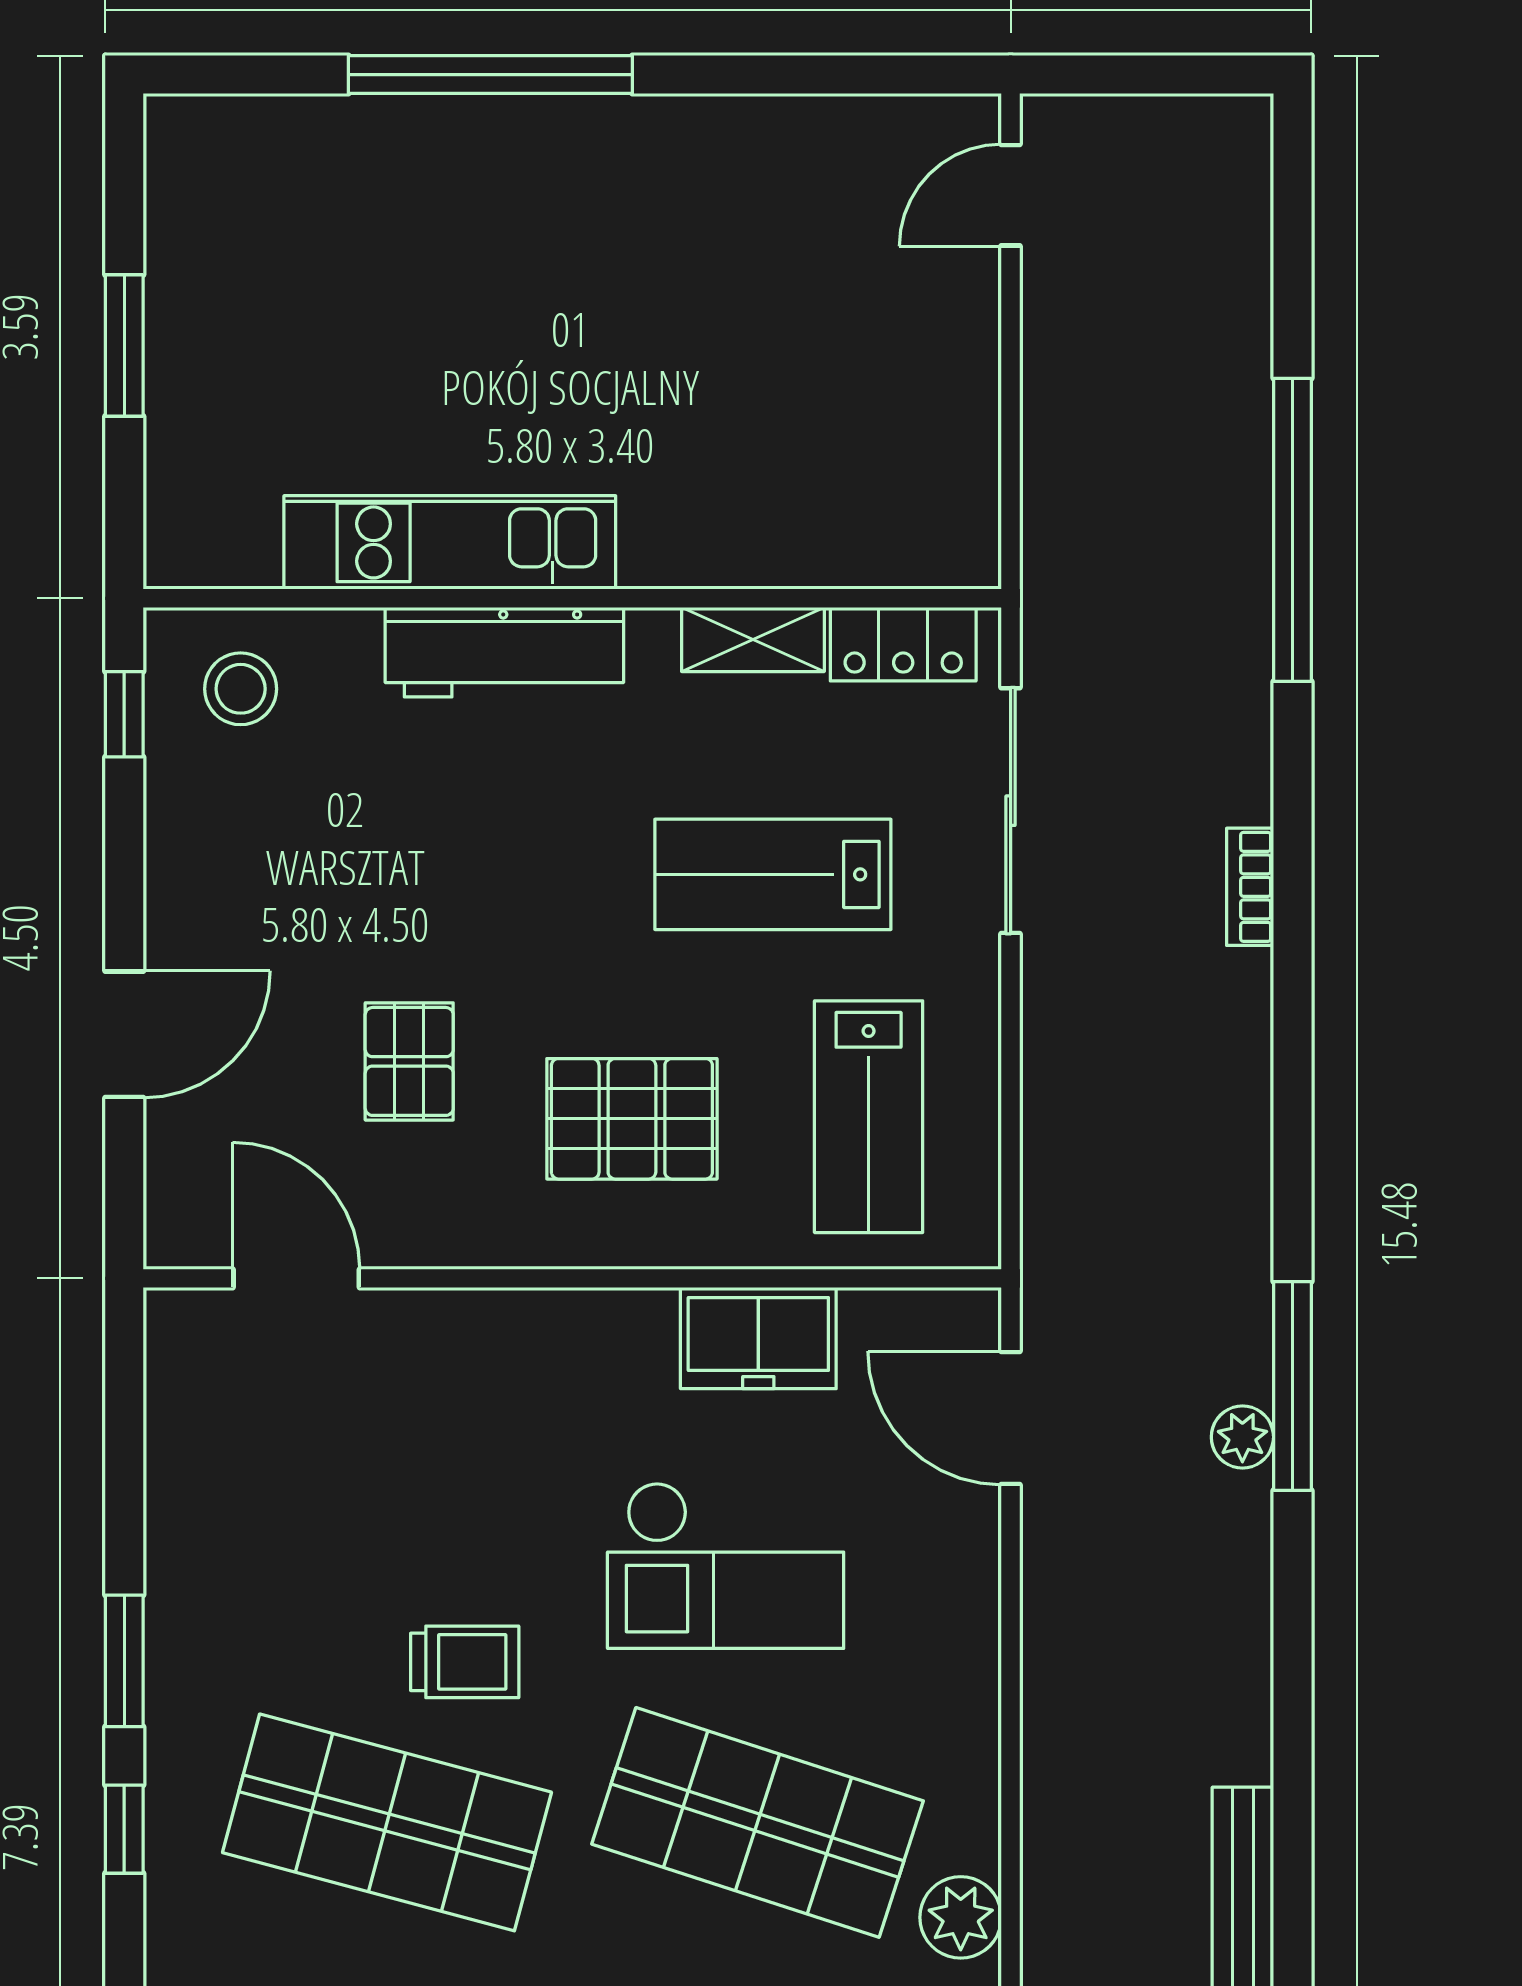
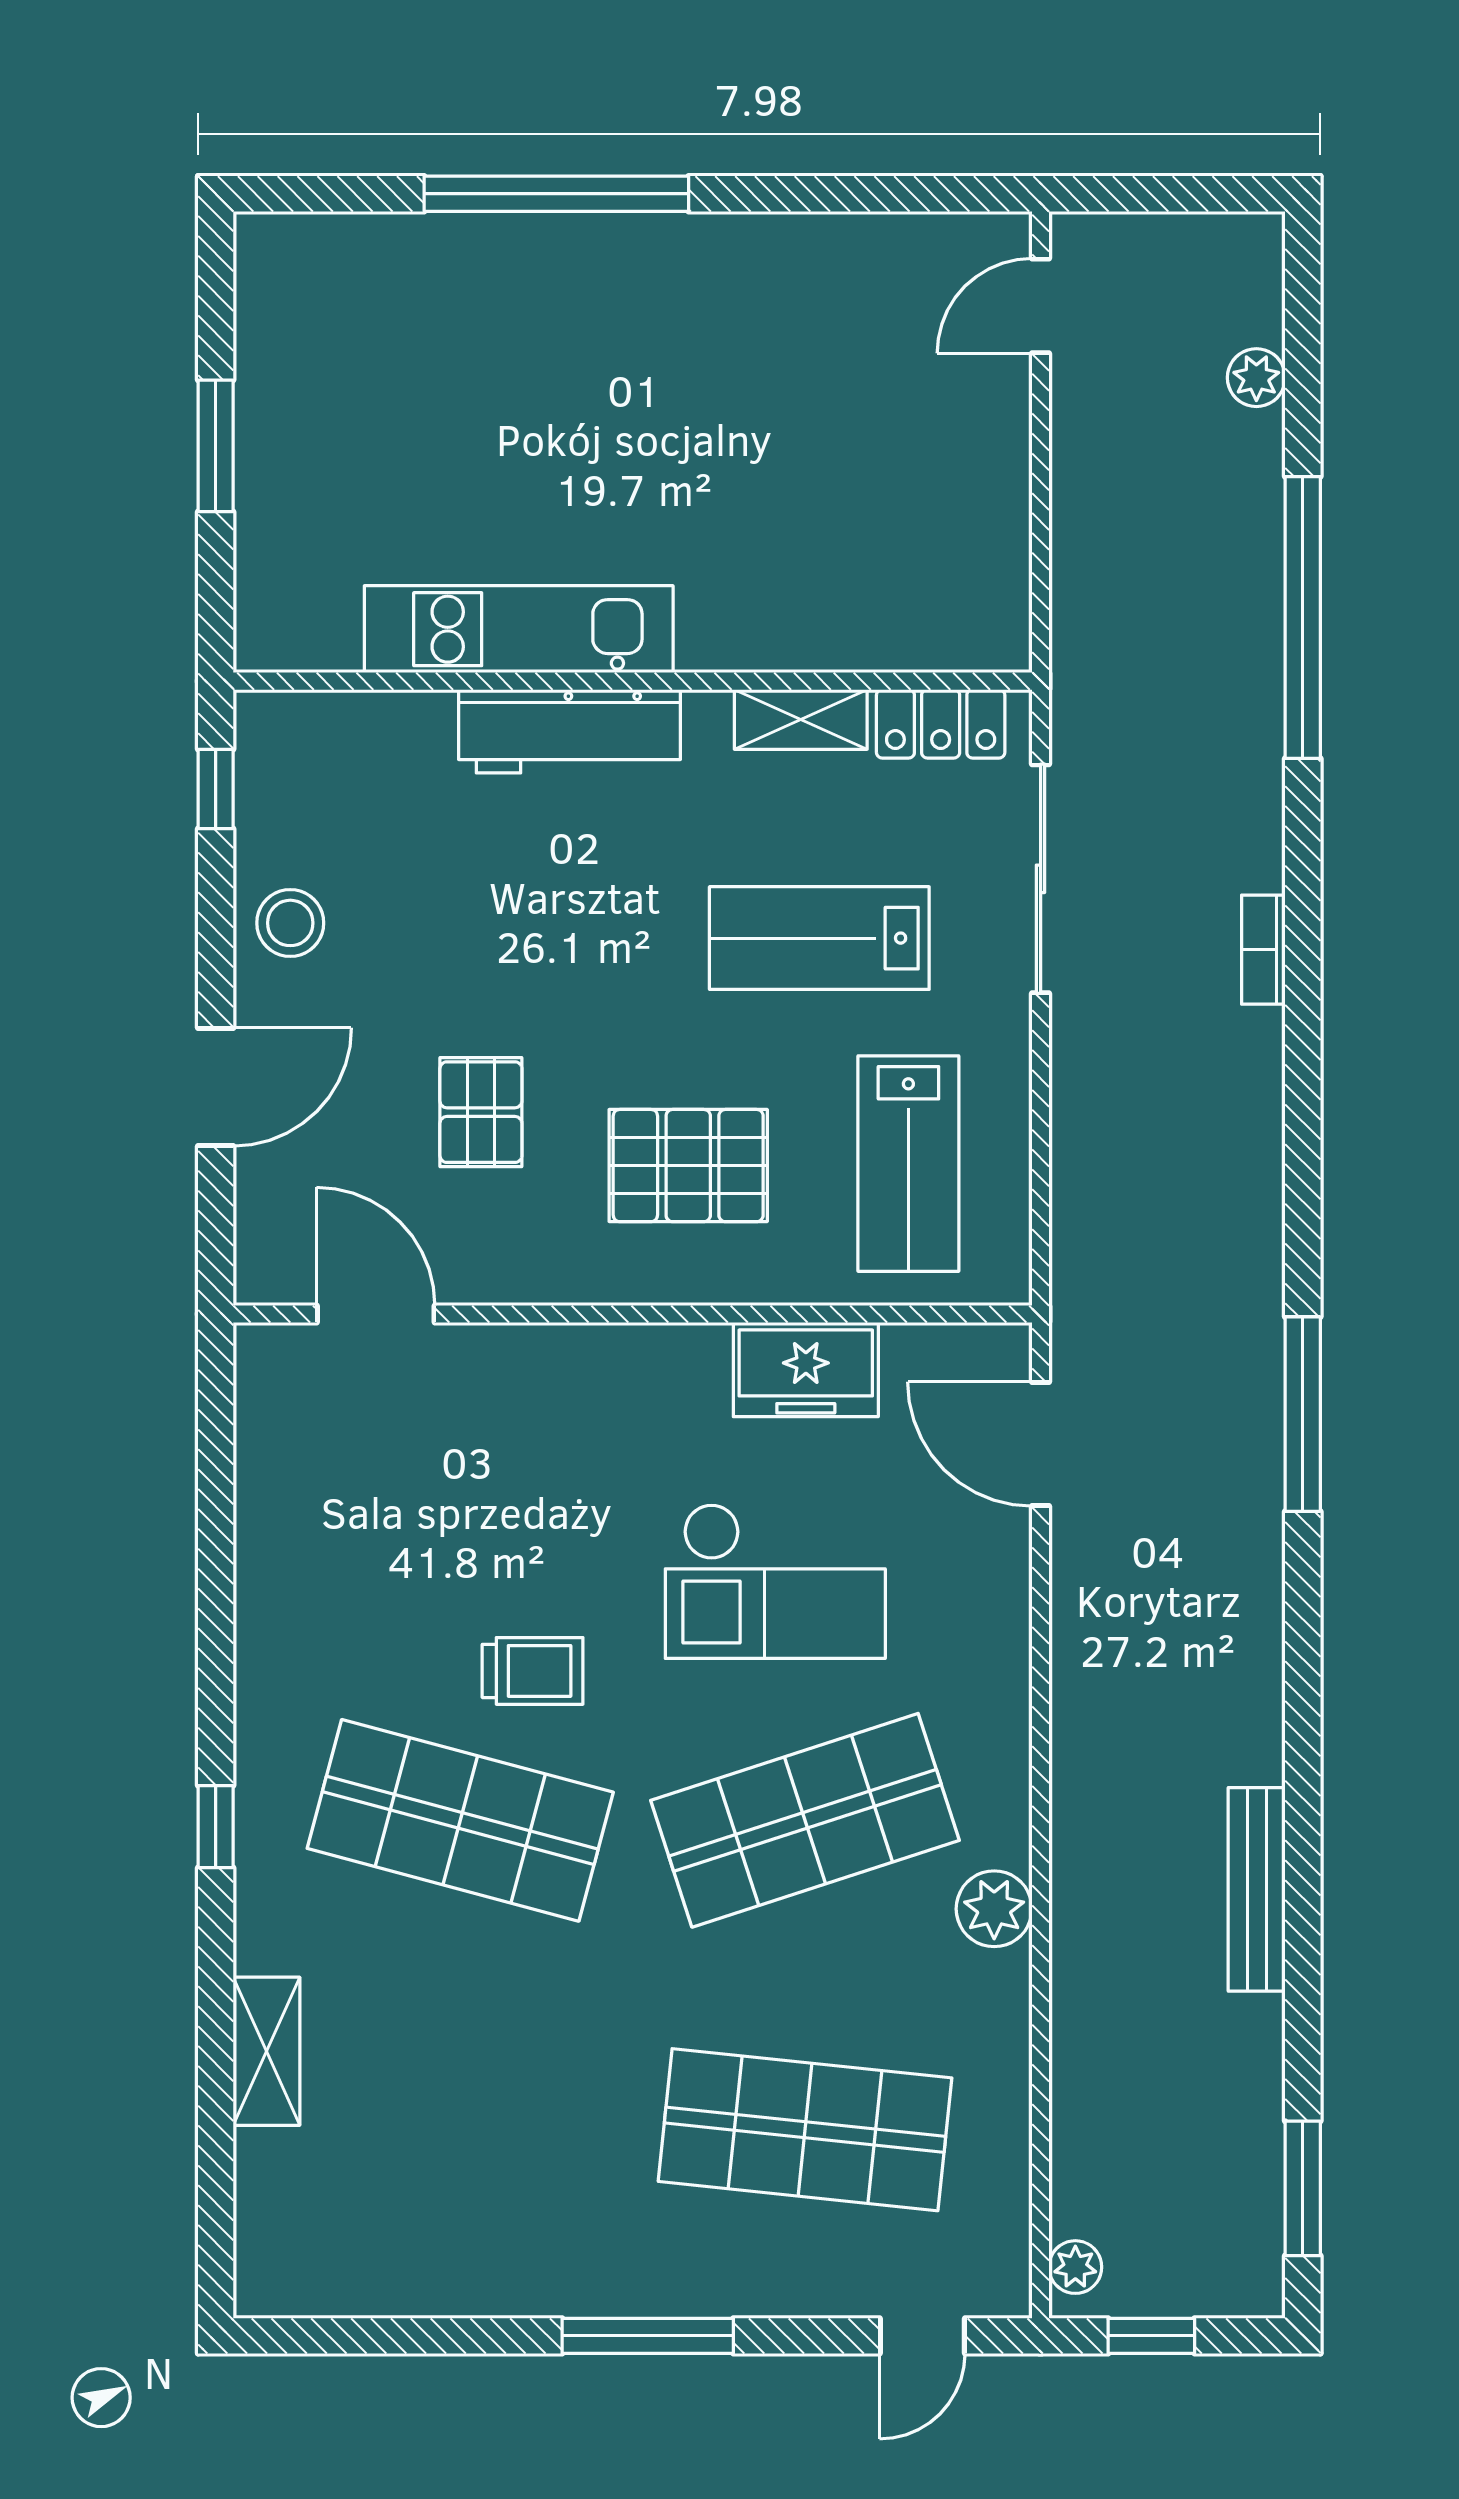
stool: (241, 689) -> (290, 923), moved
plant: (1242, 1437) -> (1256, 378), moved
window: (124, 1661) -> (216, 1670), removed
shop shelf: (757, 1822) -> (805, 1820), turned -36

